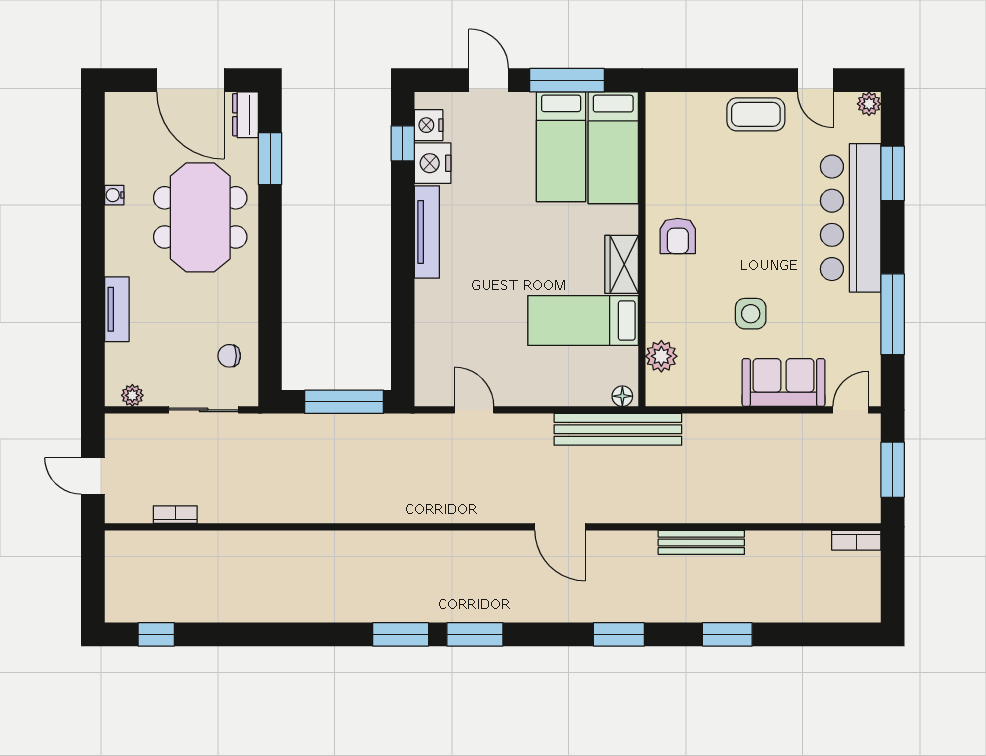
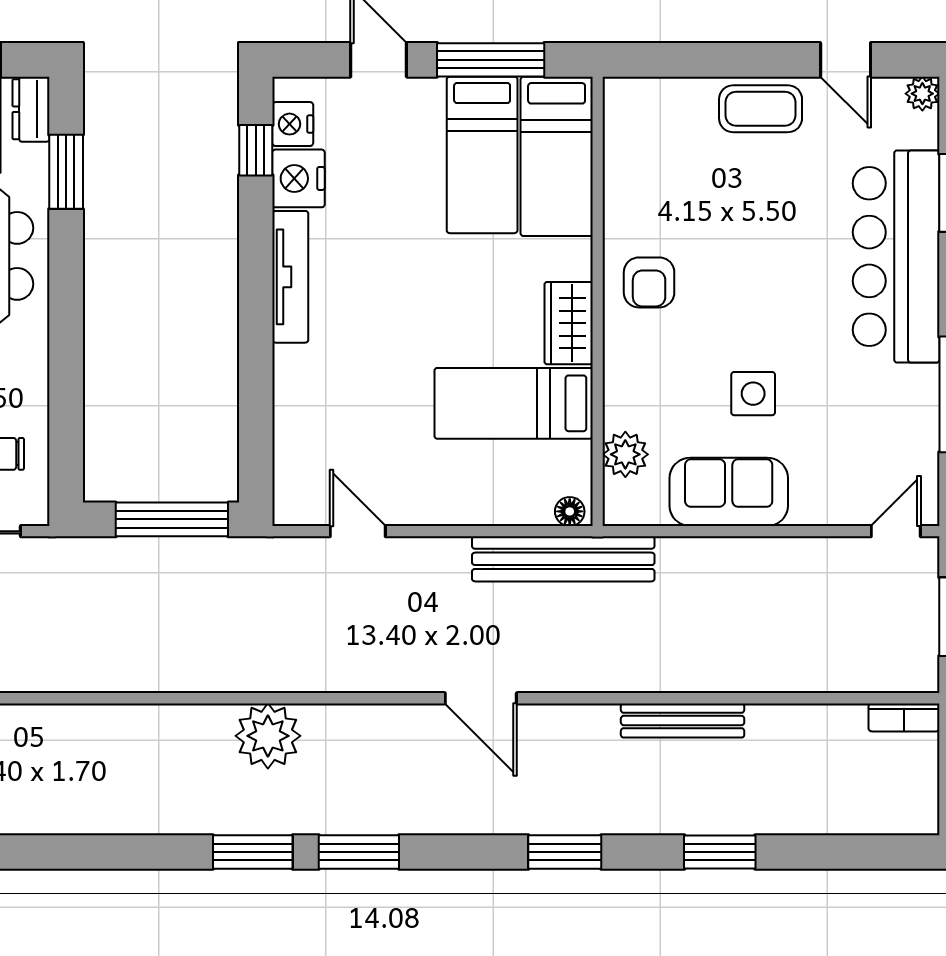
sofa: (784, 382) -> (729, 492), moved
plant: (411, 553) -> (268, 736), added

